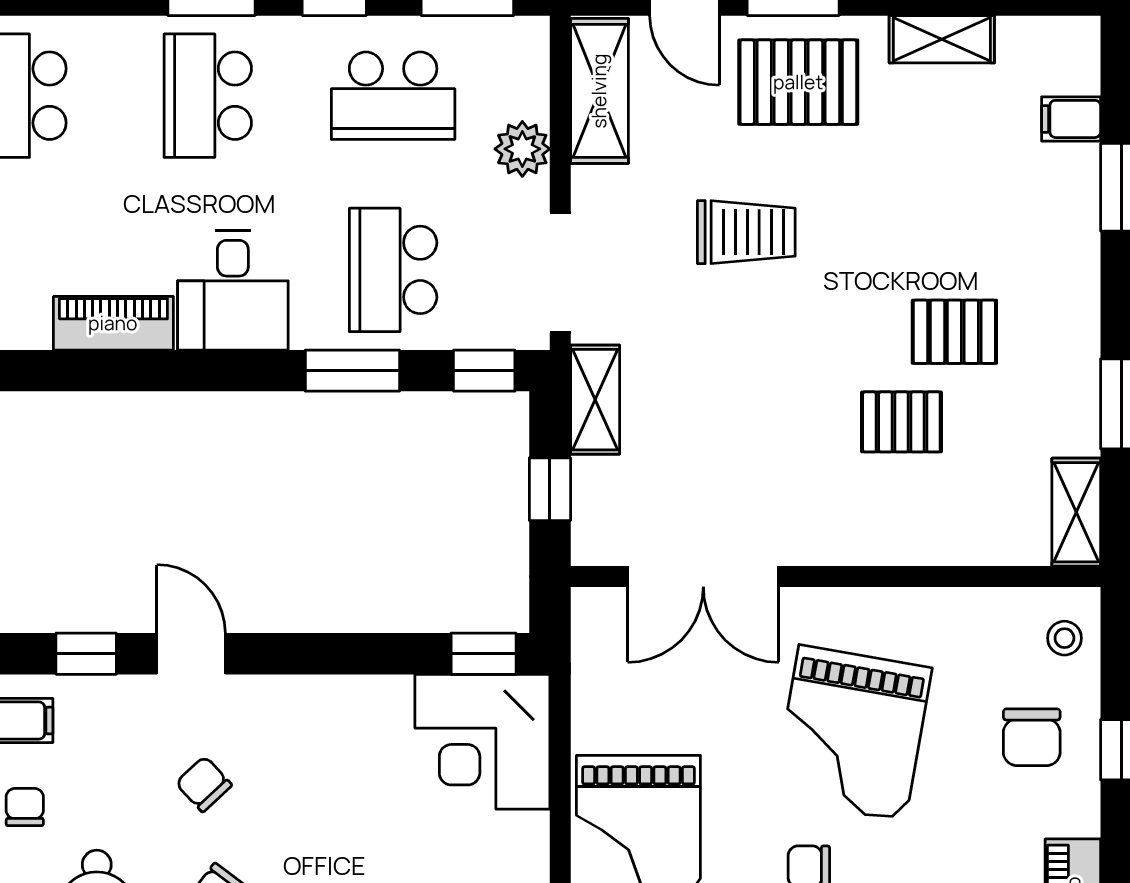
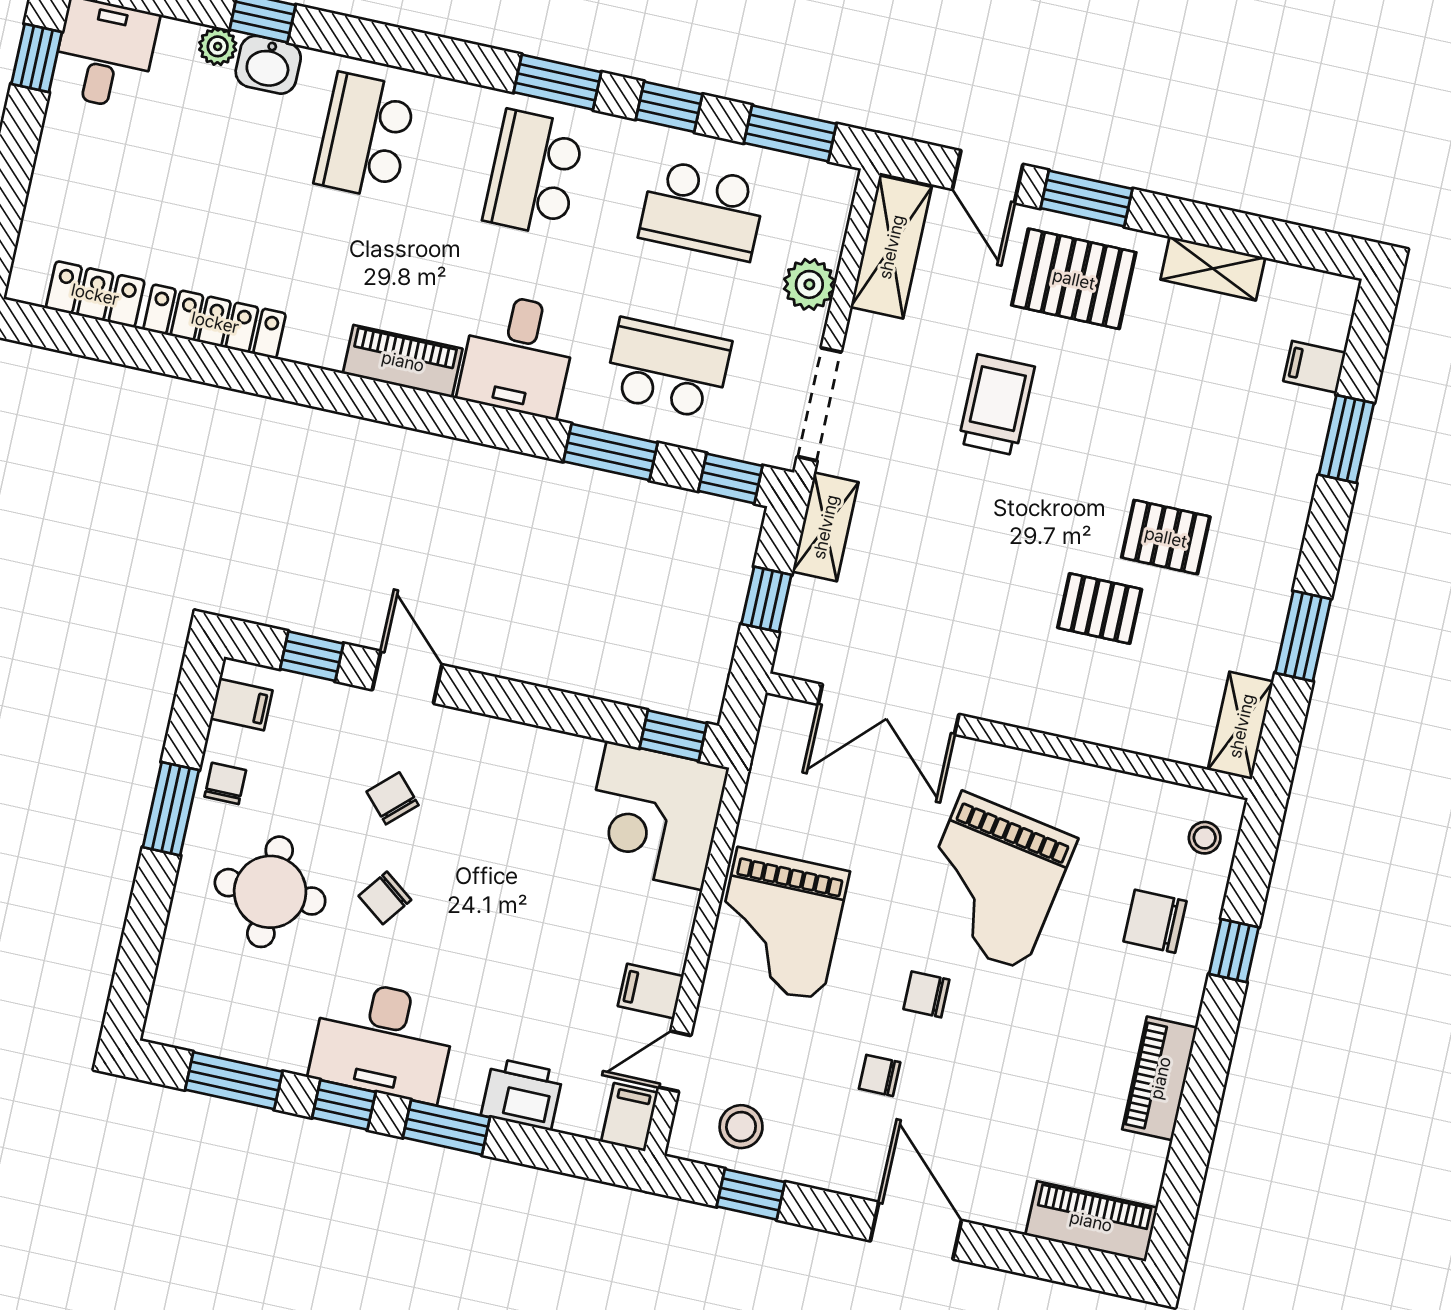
trolley: (746, 232) -> (996, 405), turned -90
school desk: (393, 270) -> (668, 369), turned 90
chair: (1032, 737) -> (1155, 921), turned 90

